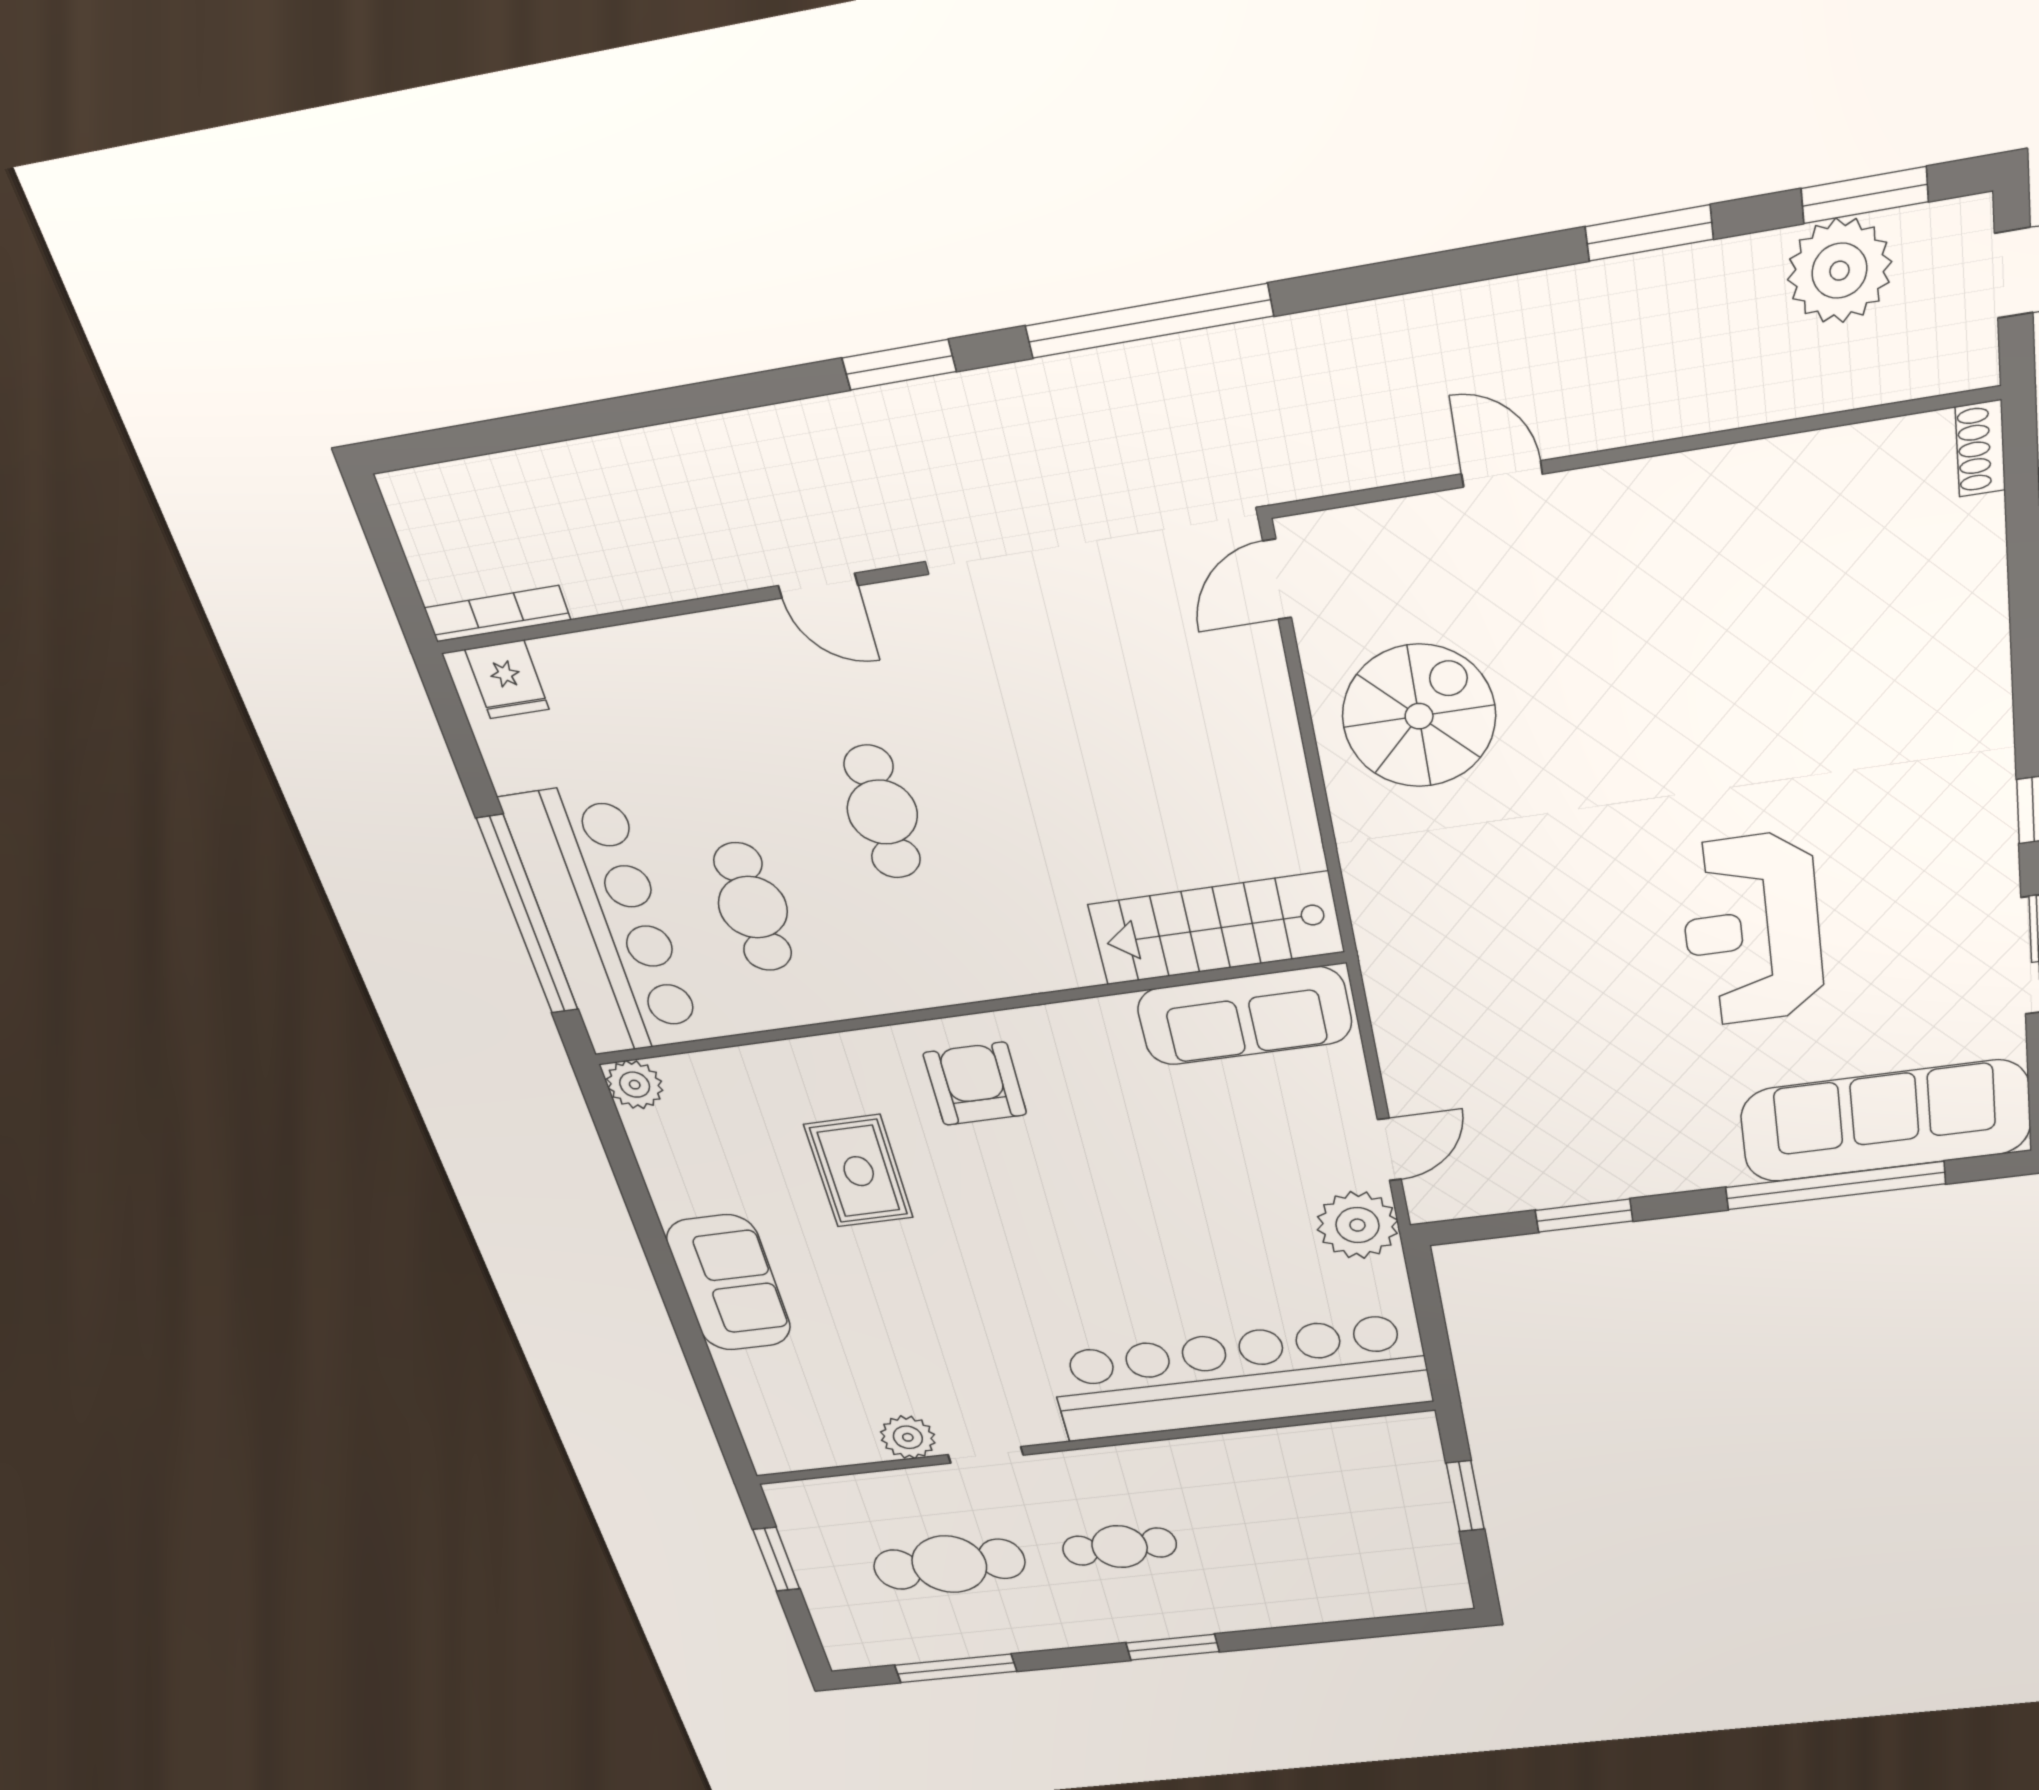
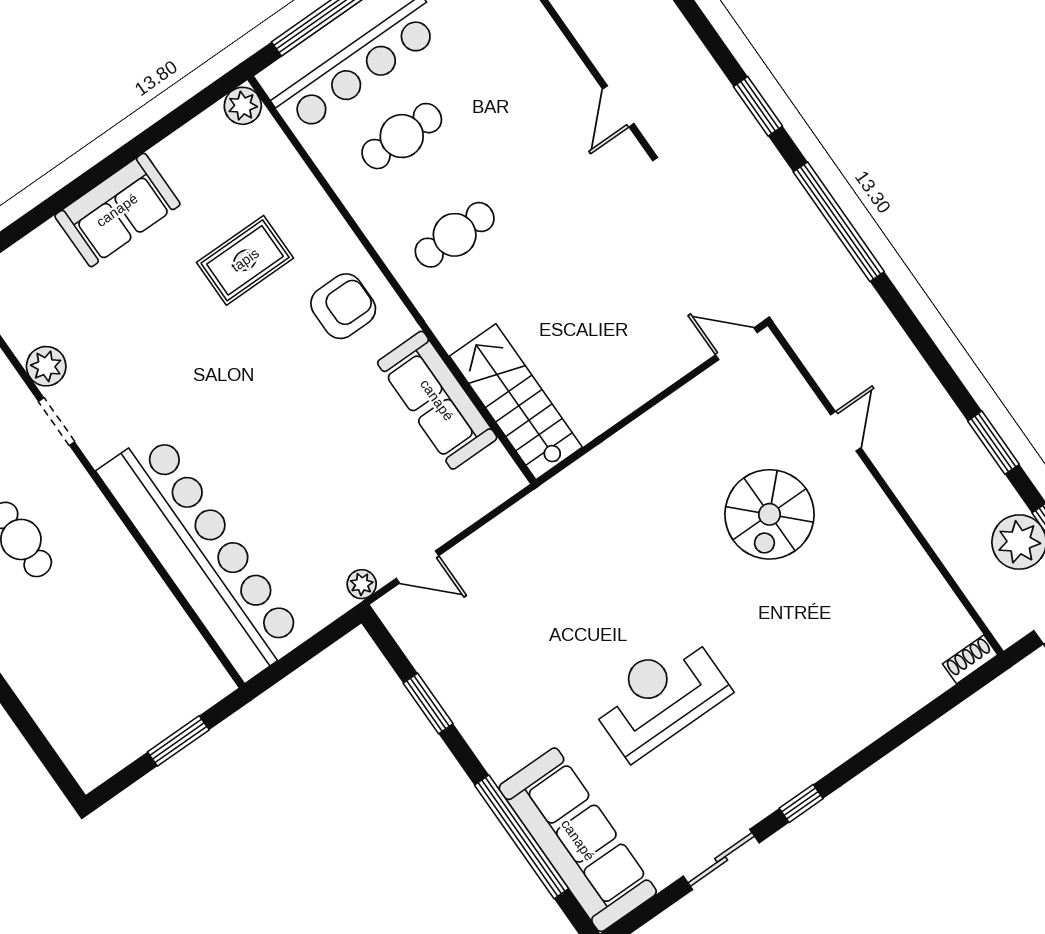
spiral stairs: (1419, 716) -> (769, 514), moved, turned 90
cafe table: (882, 812) -> (455, 235), moved
sofa: (1245, 1016) -> (437, 400), moved
plant: (1357, 1225) -> (362, 584), width x0.53, depth x0.53

